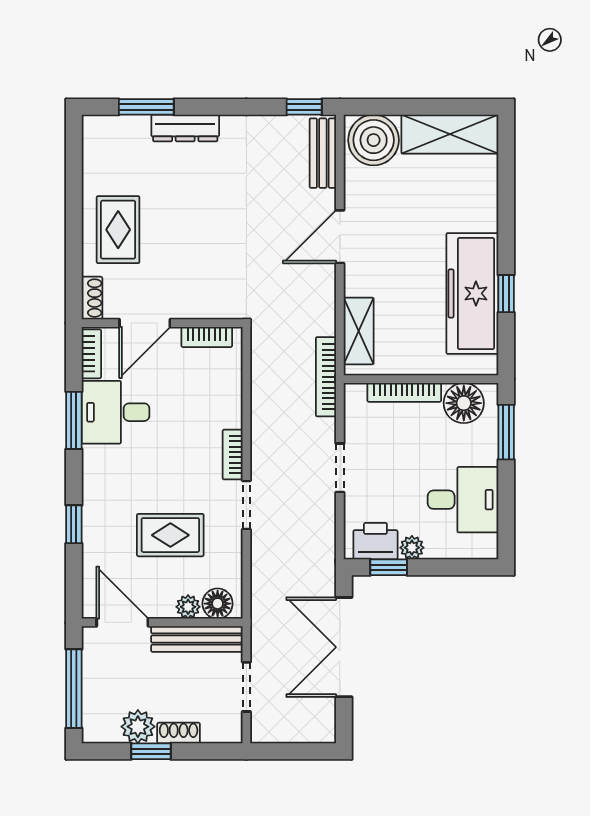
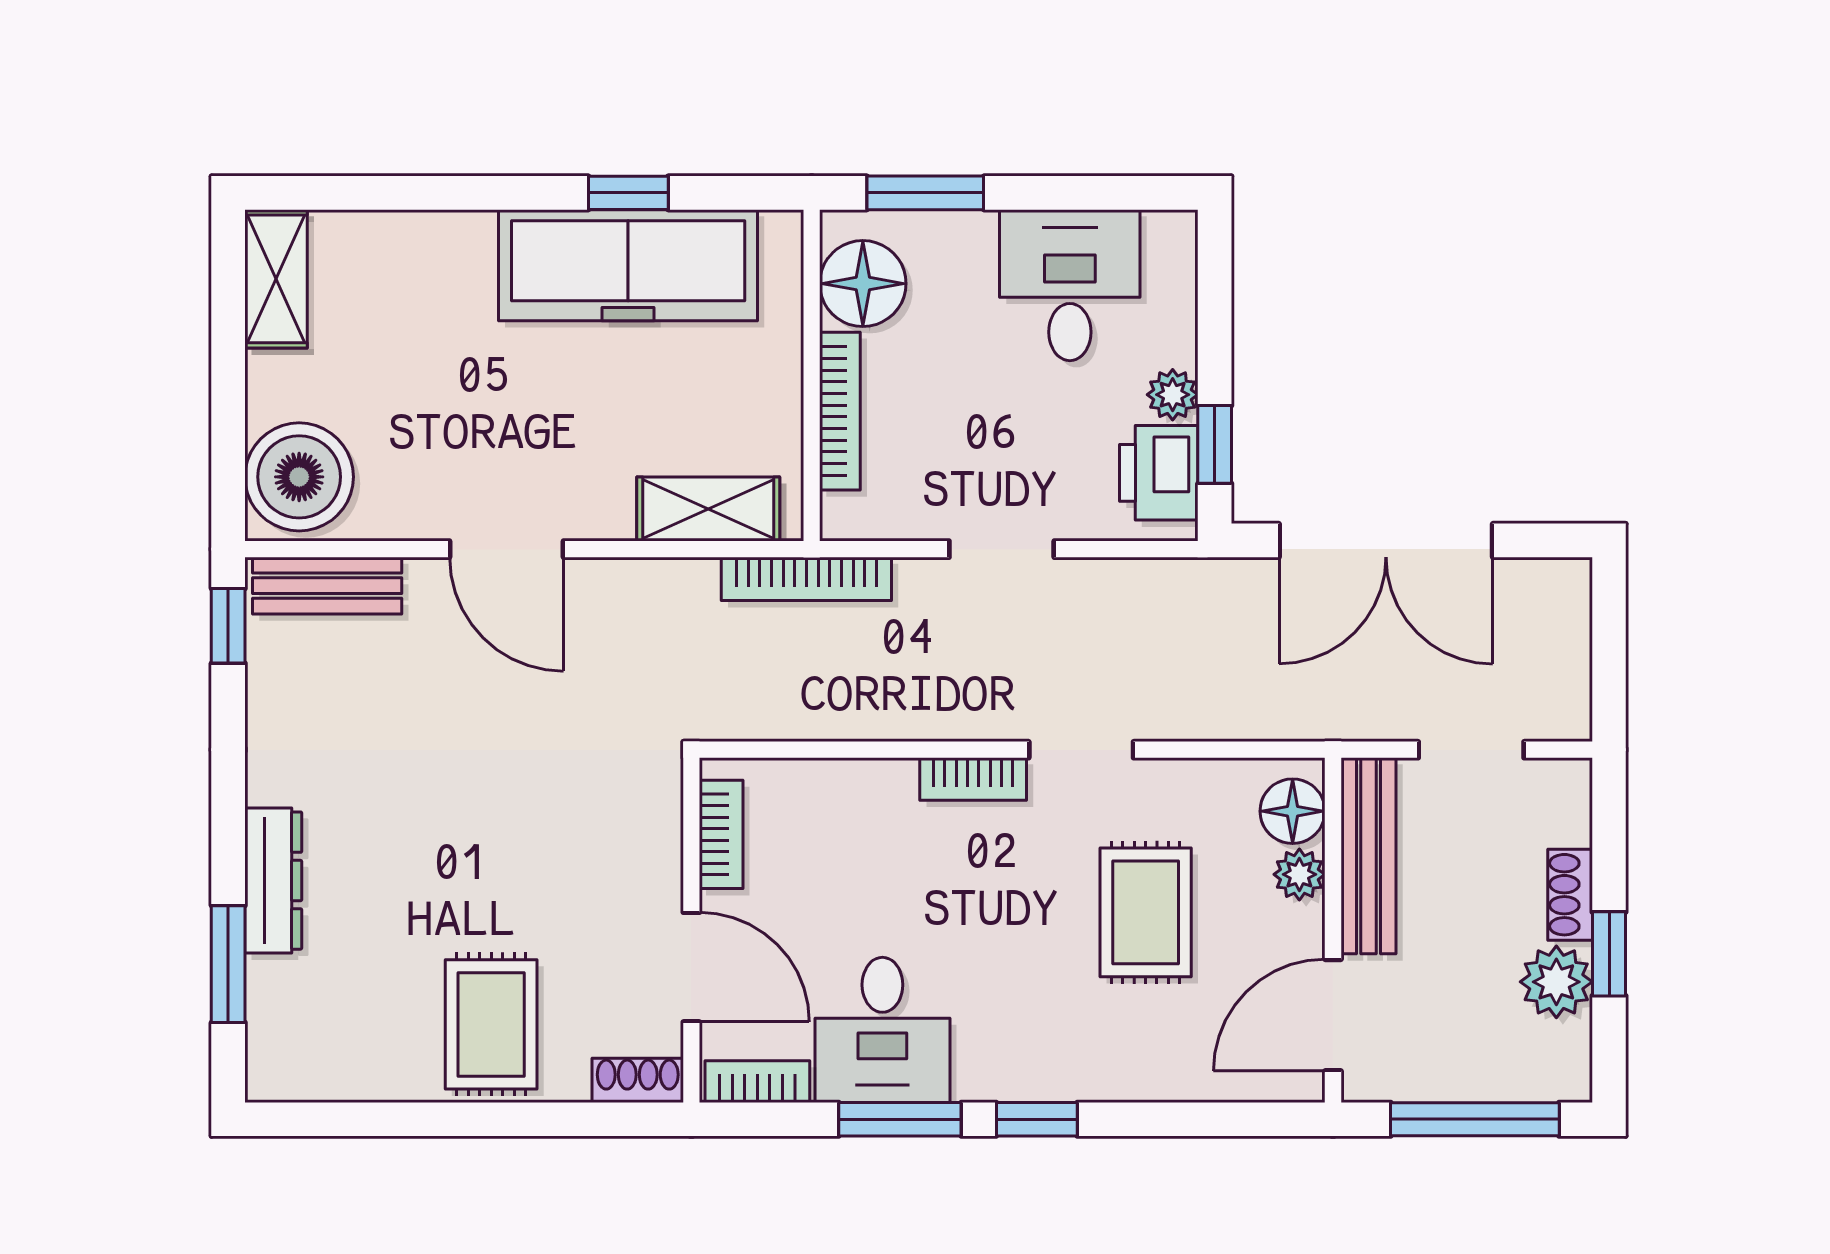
shelving: (450, 134) -> (276, 279), width x0.67, depth x0.75
rug: (118, 230) -> (491, 1024), turned 90
window: (74, 524) -> (1037, 1119), moved

